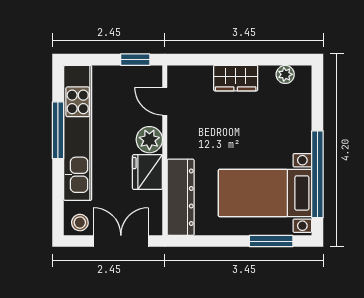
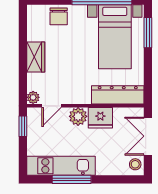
plant: (285, 74) -> (33, 97), moved
chair: (295, 111) -> (59, 16), added
kitchen unit: (78, 133) -> (61, 166), width x0.73

